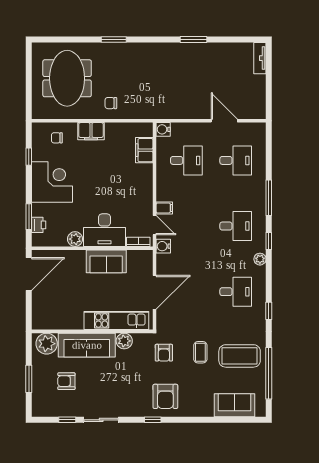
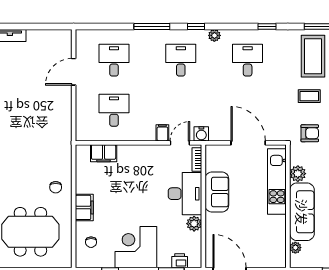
water cooler: (163, 129) -> (82, 134), removed
plant: (47, 344) -> (295, 248), width x0.53, depth x0.53

